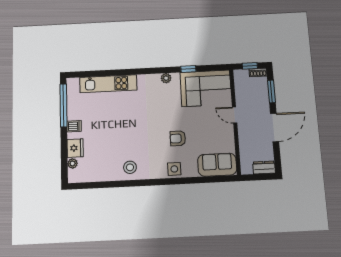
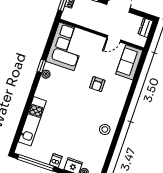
window: (188, 69) -> (41, 66), moved
door: (235, 115) -> (114, 39), moved
side table: (174, 169) -> (120, 96), removed

